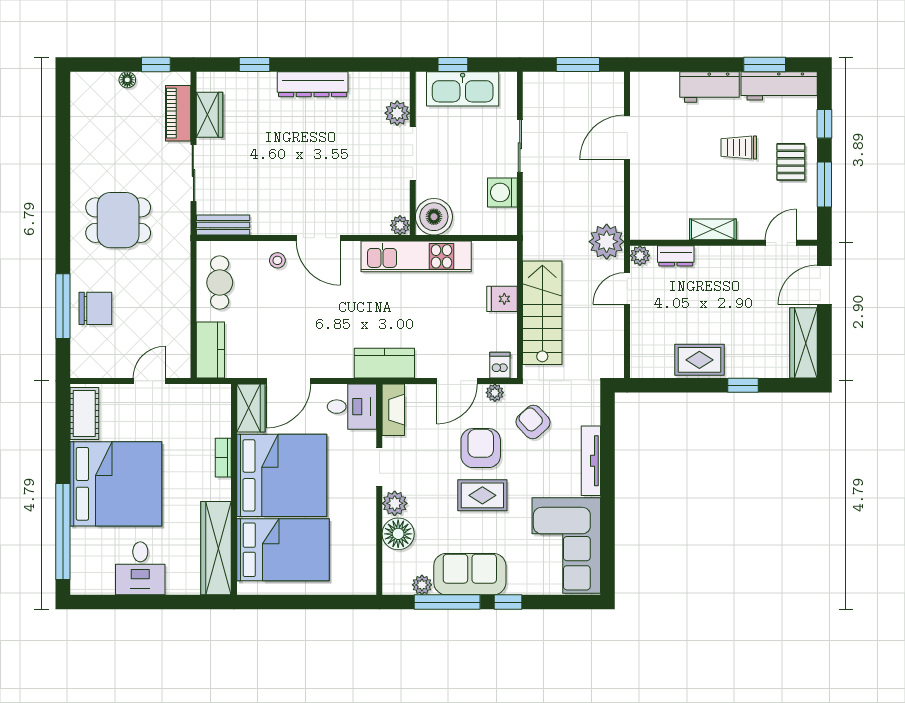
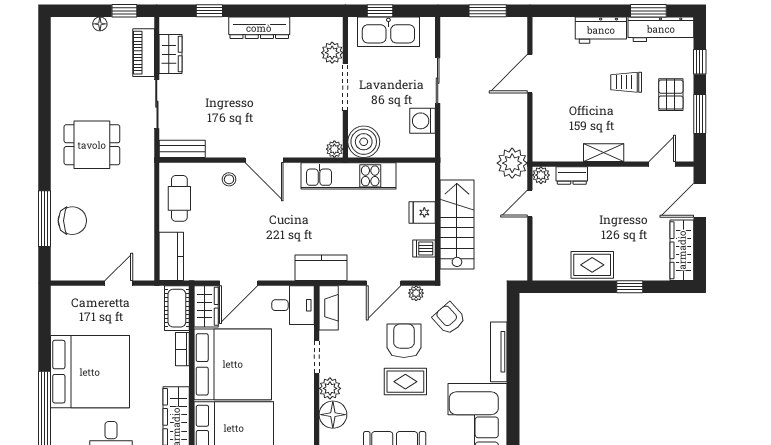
dishwasher: (500, 365) -> (424, 249), moved, turned -90
cot: (84, 414) -> (177, 308), moved

